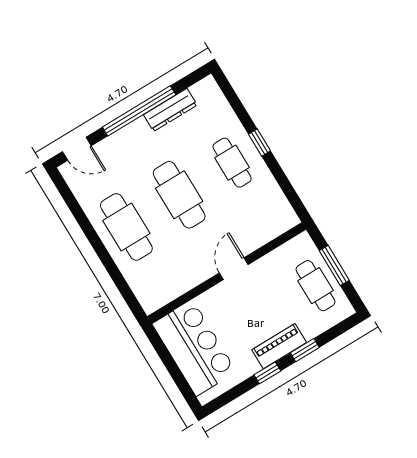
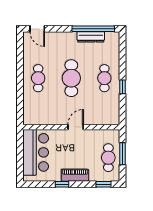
window: (139, 111) -> (93, 29), moved
window: (259, 143) -> (123, 87), moved
cafe table: (126, 227) -> (38, 78), width x0.73, depth x0.74
window: (305, 350) -> (104, 184), moved

